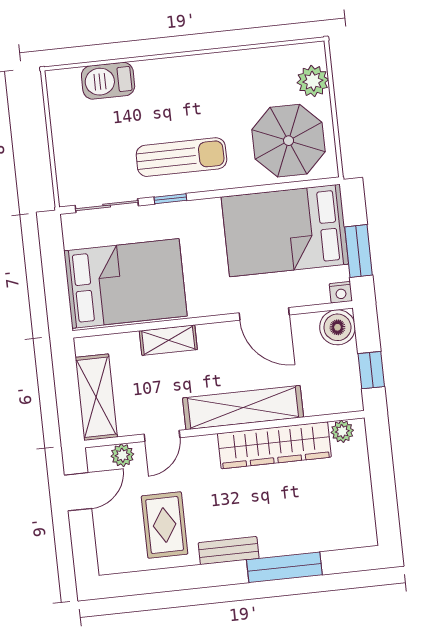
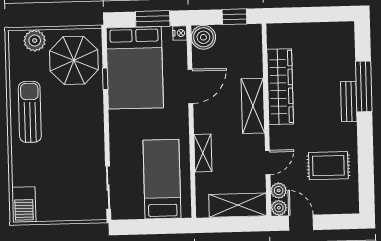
barbecue: (108, 81) -> (24, 205), moved
sun lounger: (181, 157) -> (30, 112), moved
window: (170, 199) -> (105, 79), moved
bed: (125, 283) -> (162, 179), width x0.67
shelving: (243, 408) -> (253, 106), width x0.68
plant: (342, 431) -> (279, 208), moved
door: (162, 436) -> (268, 163), hinge flipped
bench: (229, 551) -> (349, 101), moved

